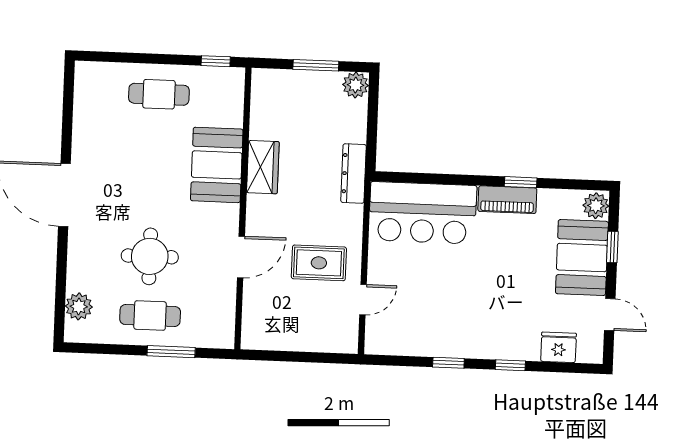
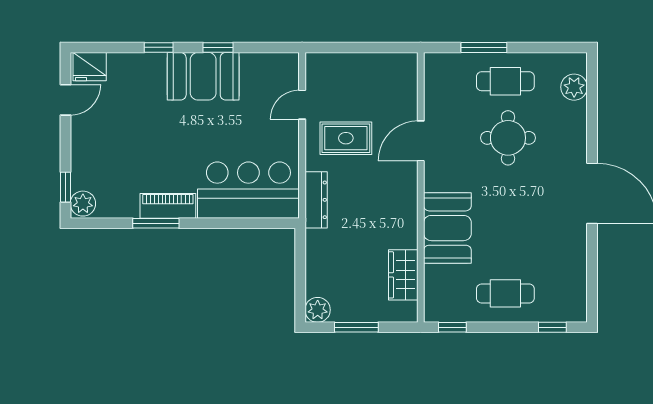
window: (111, 57) -> (552, 327), added
wardrobe: (263, 167) -> (403, 275), moved
dresser: (354, 173) -> (316, 200), moved
window: (521, 182) -> (156, 223), width x1.50
window: (612, 247) -> (65, 187), moved
booth: (582, 258) -> (203, 76), moved, turned 90
door: (610, 315) -> (65, 100), swing flipped
fridge: (558, 347) -> (90, 67), moved

